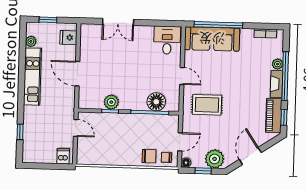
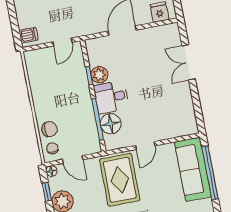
desk: (167, 40) -> (111, 97), moved, turned 180
rug: (207, 105) -> (120, 180), width x1.36, depth x1.43
chair: (149, 156) -> (50, 129), turned -90

